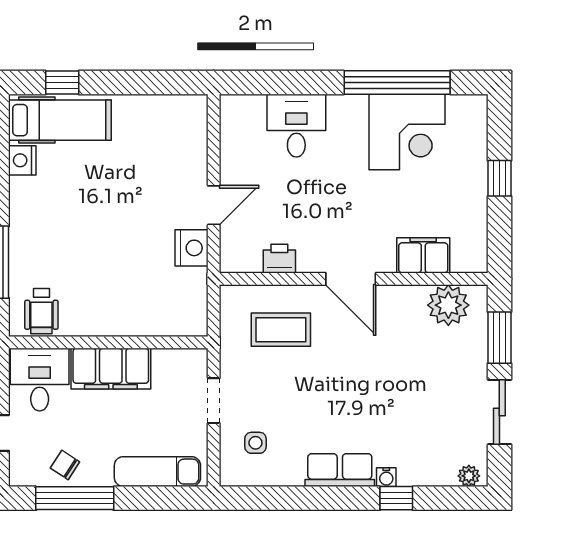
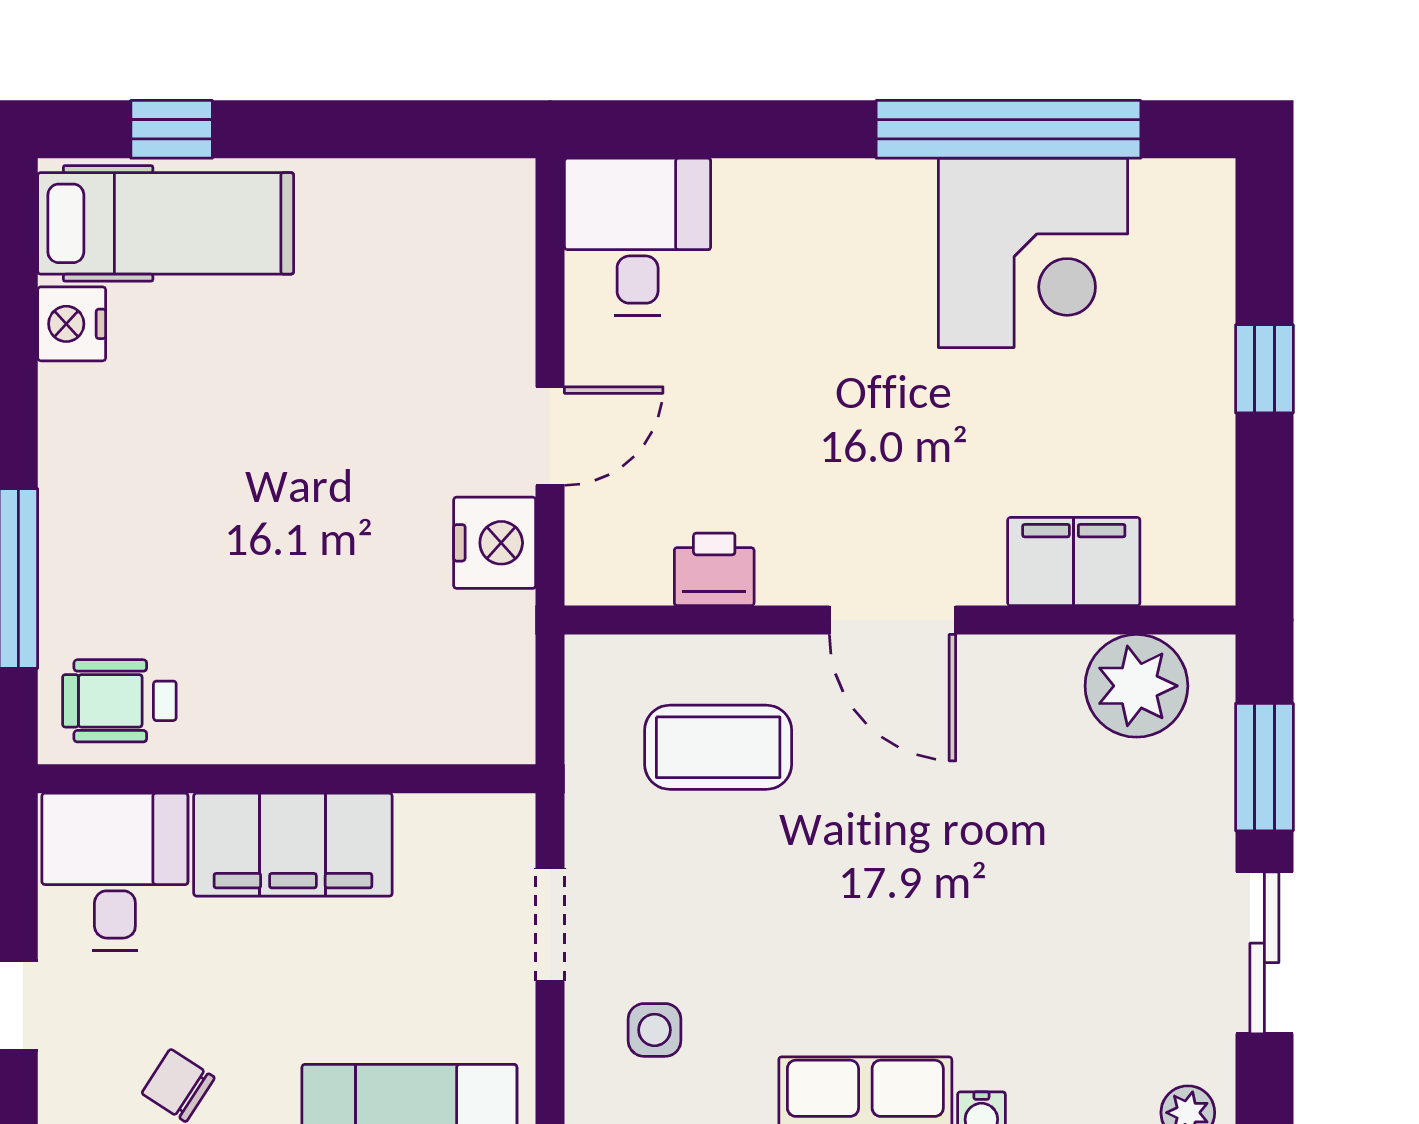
desk: (296, 126) -> (638, 237), moved
wheelchair: (41, 311) -> (119, 701), turned 90

